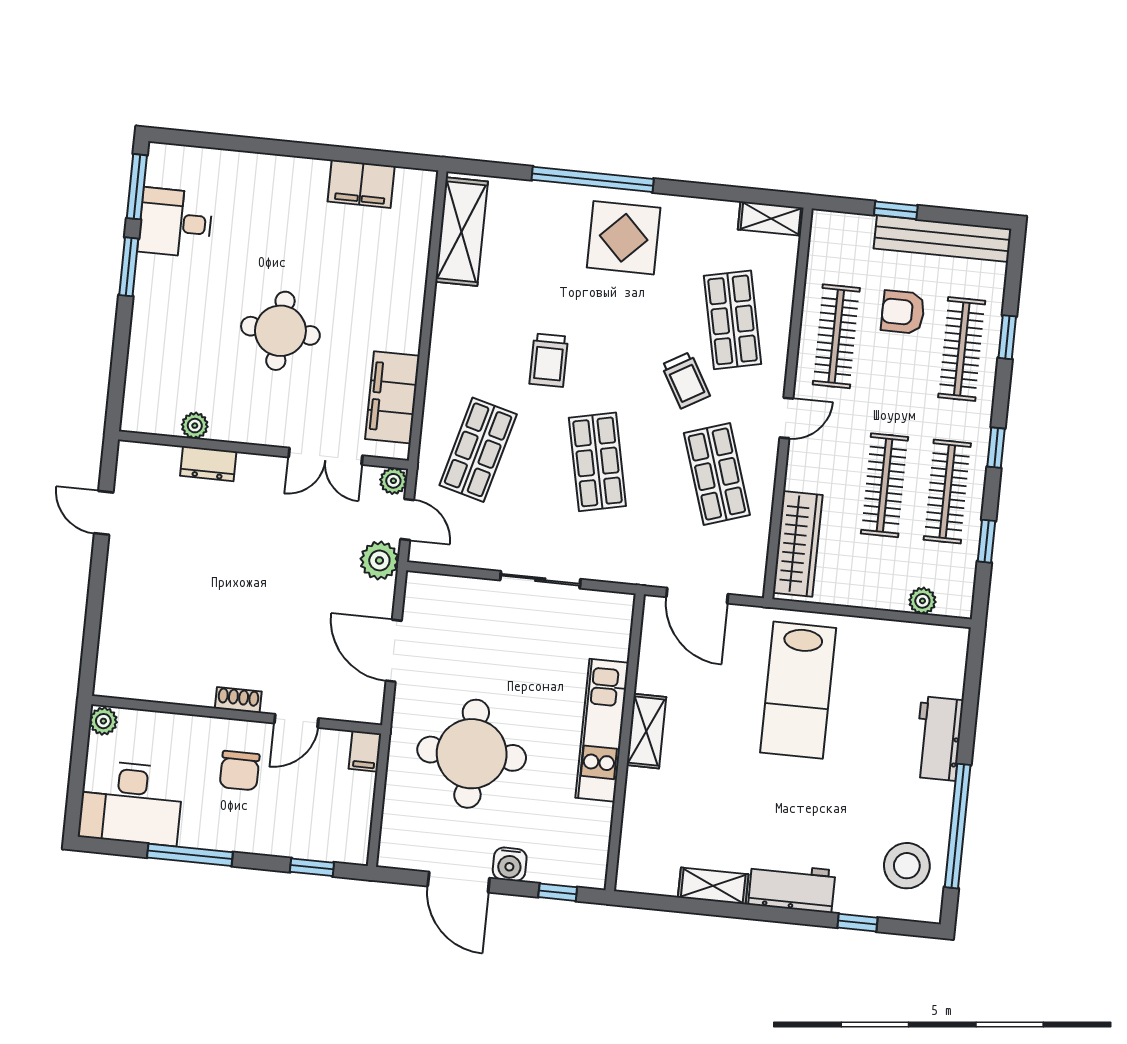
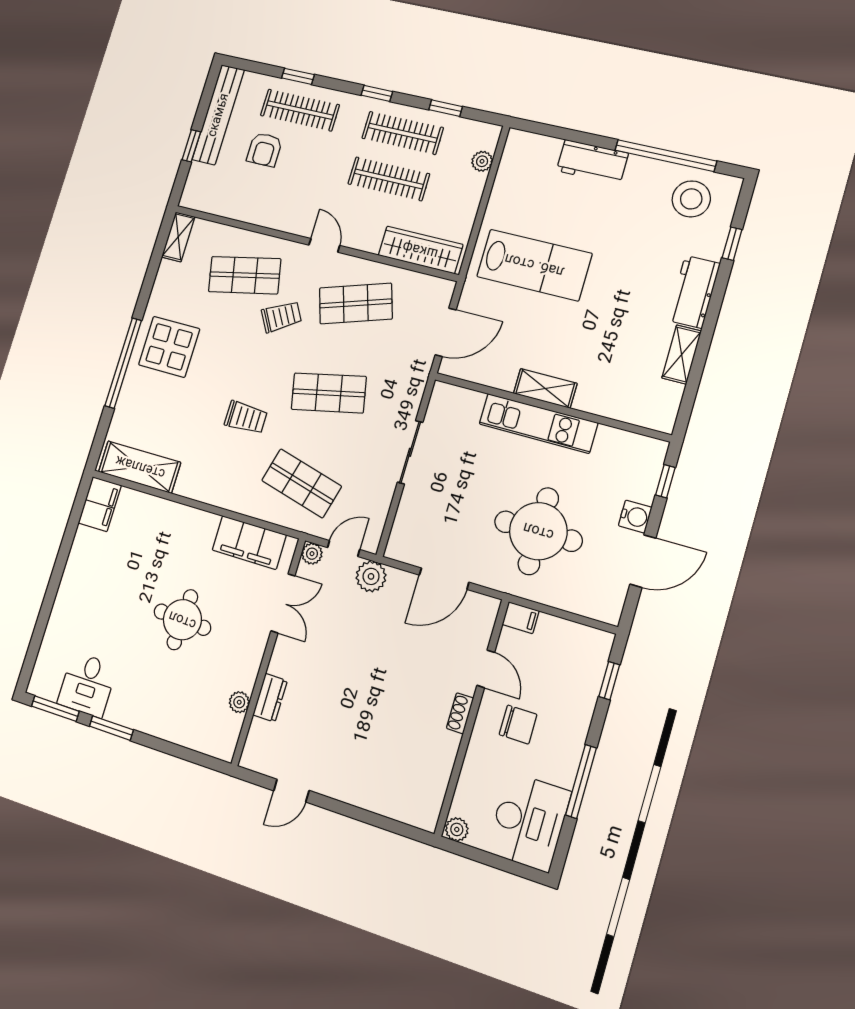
filing cabinet: (361, 184) -> (100, 504), moved
clothes rail: (836, 336) -> (272, 200), removed

